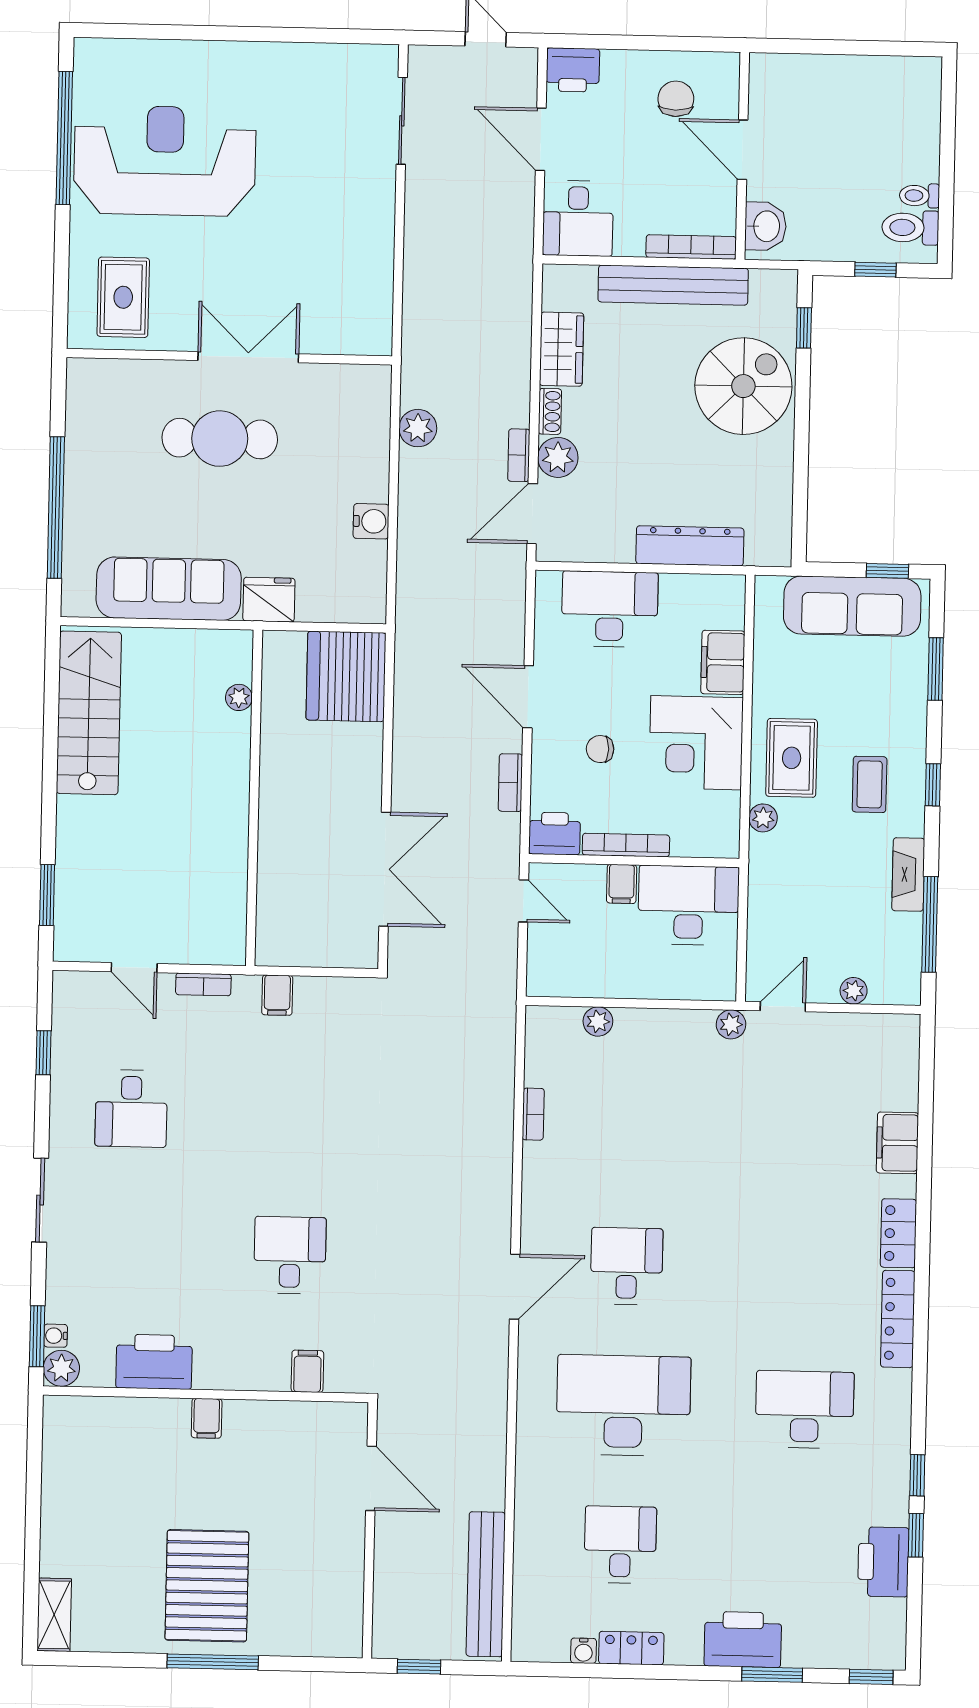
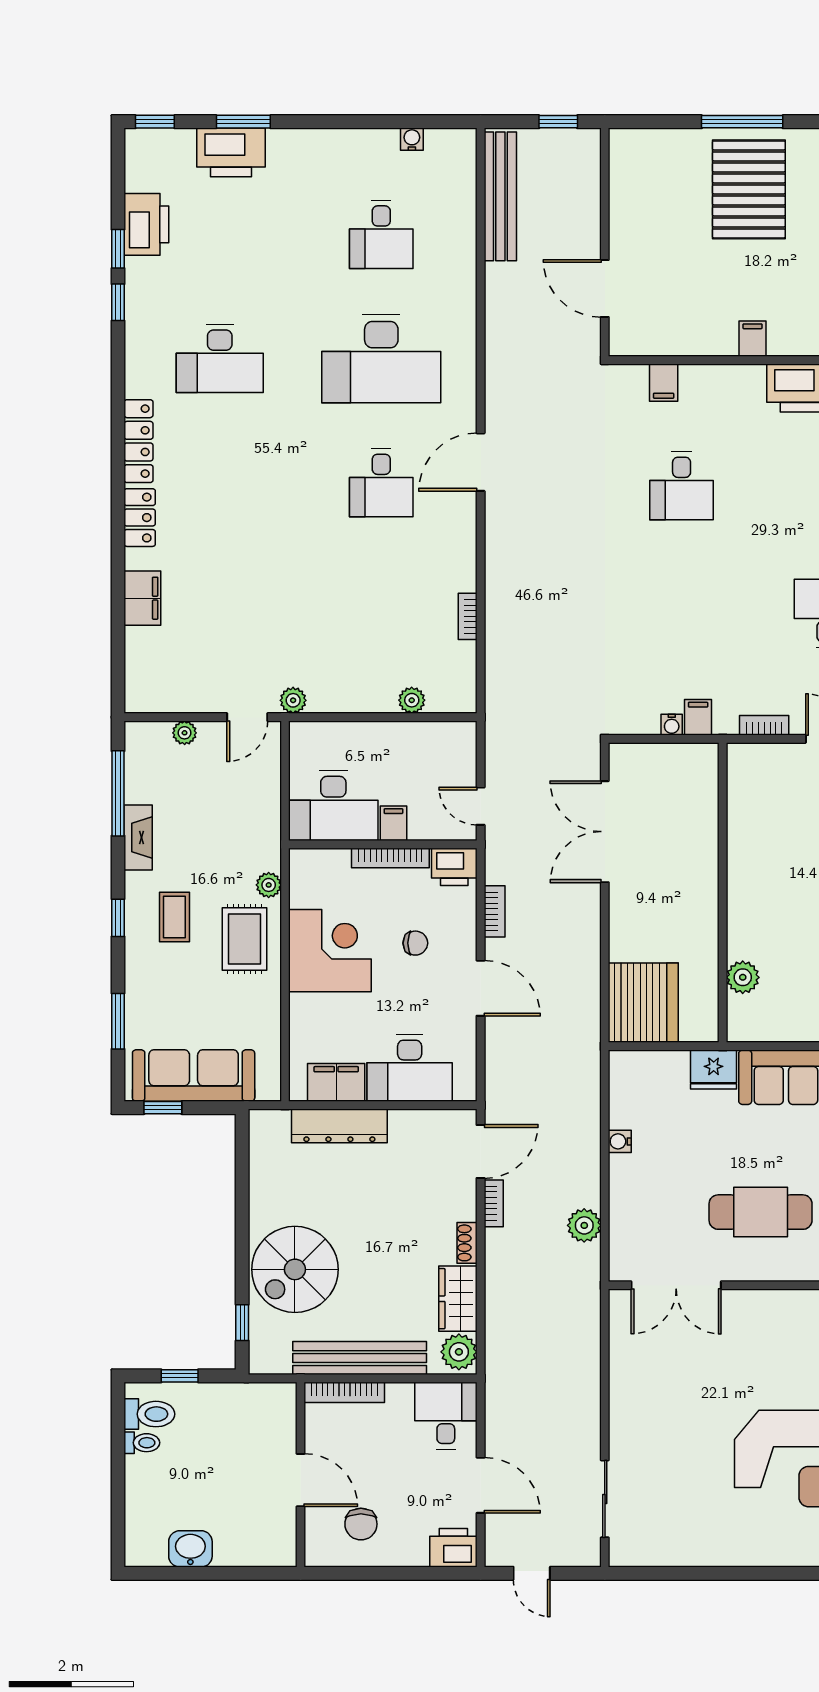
washbasin: (765, 226) -> (190, 1549), moved, turned 90
double door: (248, 357) -> (676, 1285), moved
plant: (558, 457) -> (459, 1352), moved
water cooler: (371, 521) -> (620, 1141), width x0.72, depth x0.72
filing cabinet: (723, 662) -> (336, 1082), moved, turned -90
plant: (239, 697) -> (743, 977), width x1.38, depth x1.38
water cooler: (307, 987) -> (672, 725), added
printer: (743, 1639) -> (231, 152), moved
locker: (631, 1648) -> (369, 142), removed

